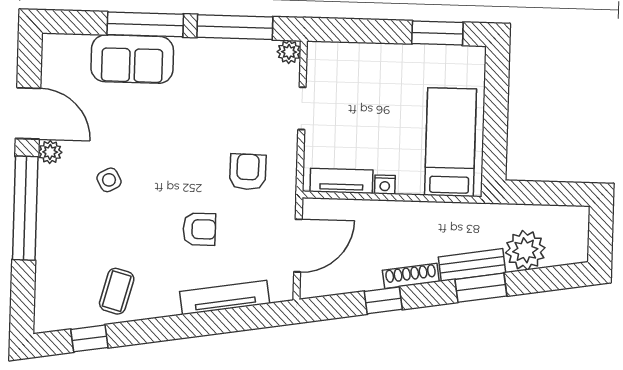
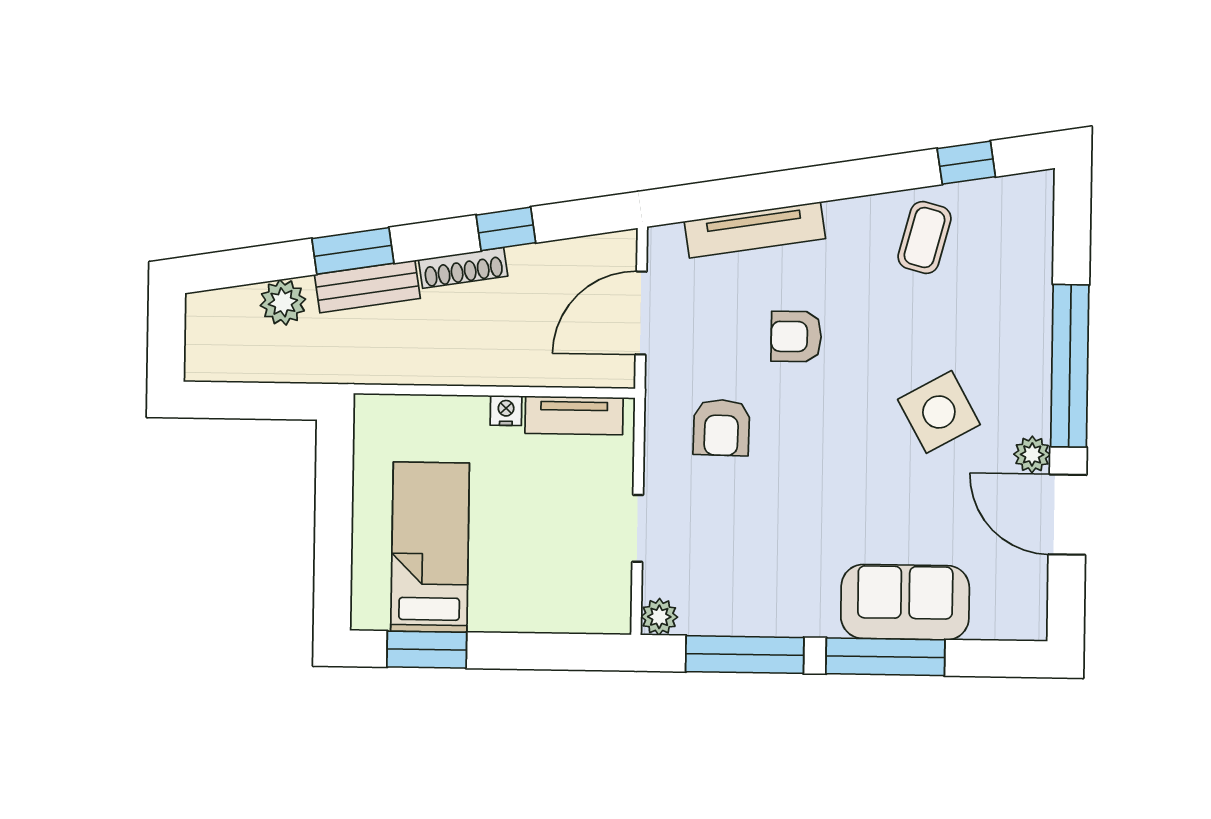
bed: (450, 142) -> (430, 547), moved, turned 180
side table: (109, 180) -> (939, 412), width x1.87, depth x1.87
plant: (525, 250) -> (283, 302), width x0.73, depth x0.73

